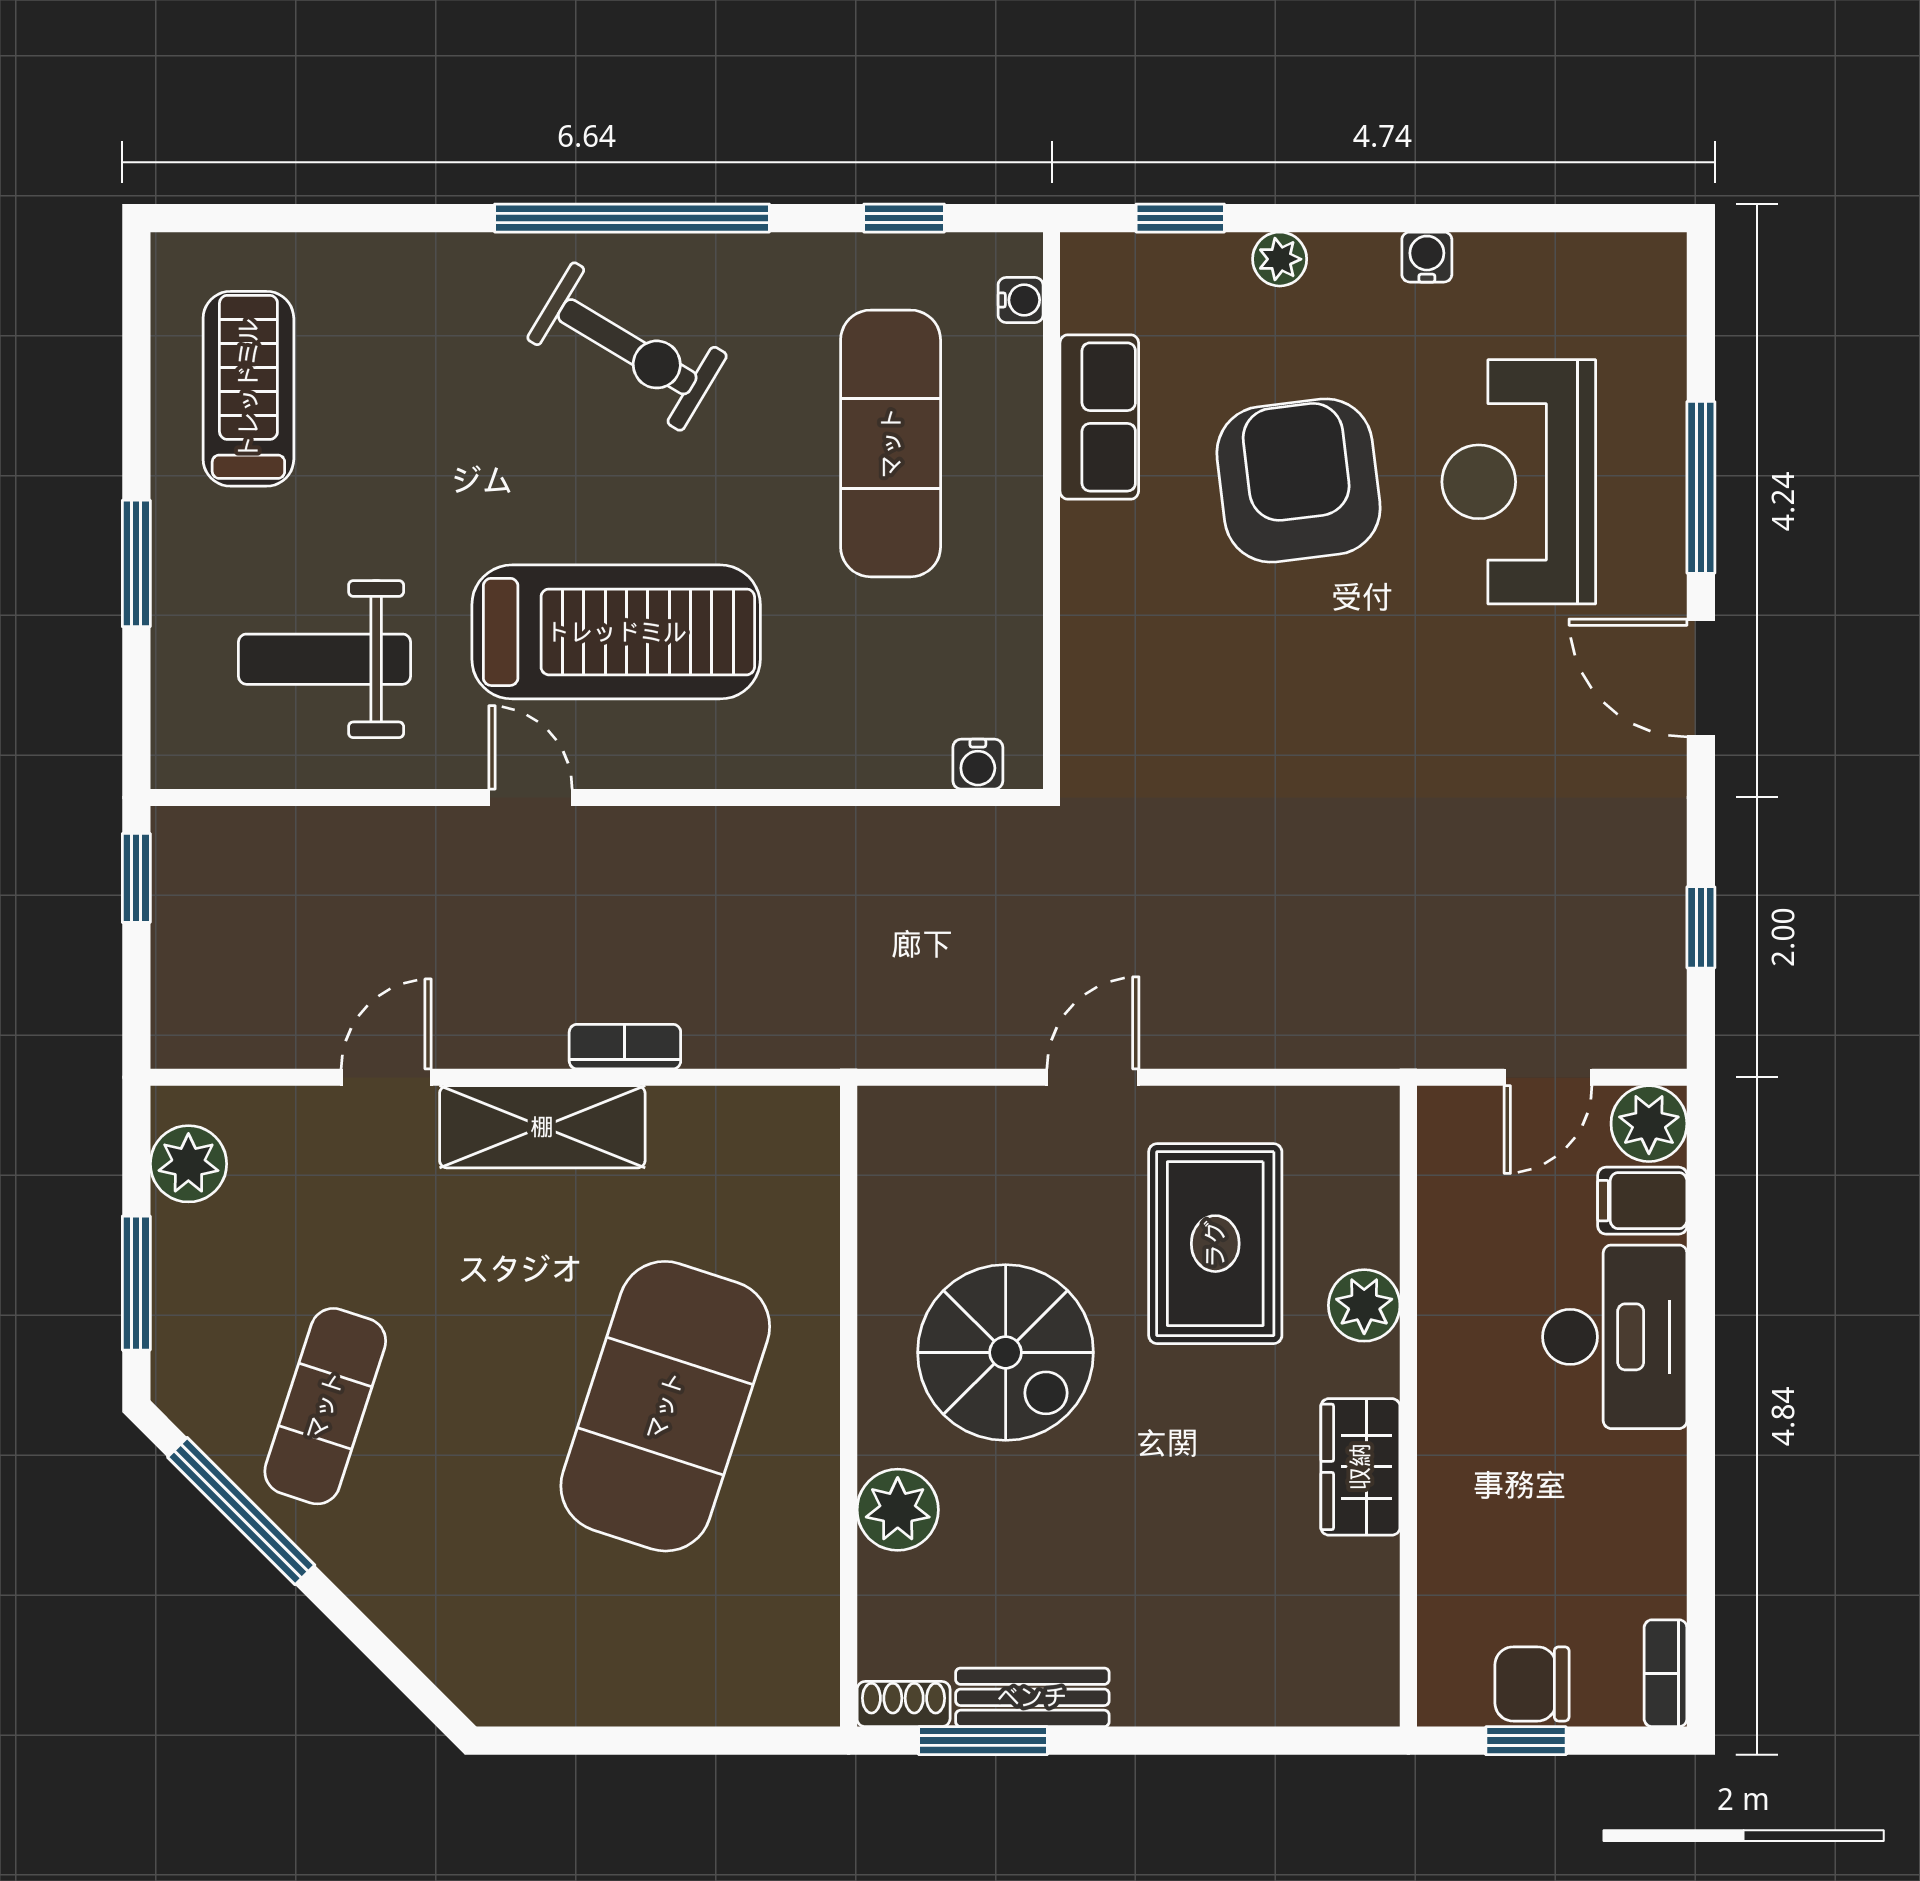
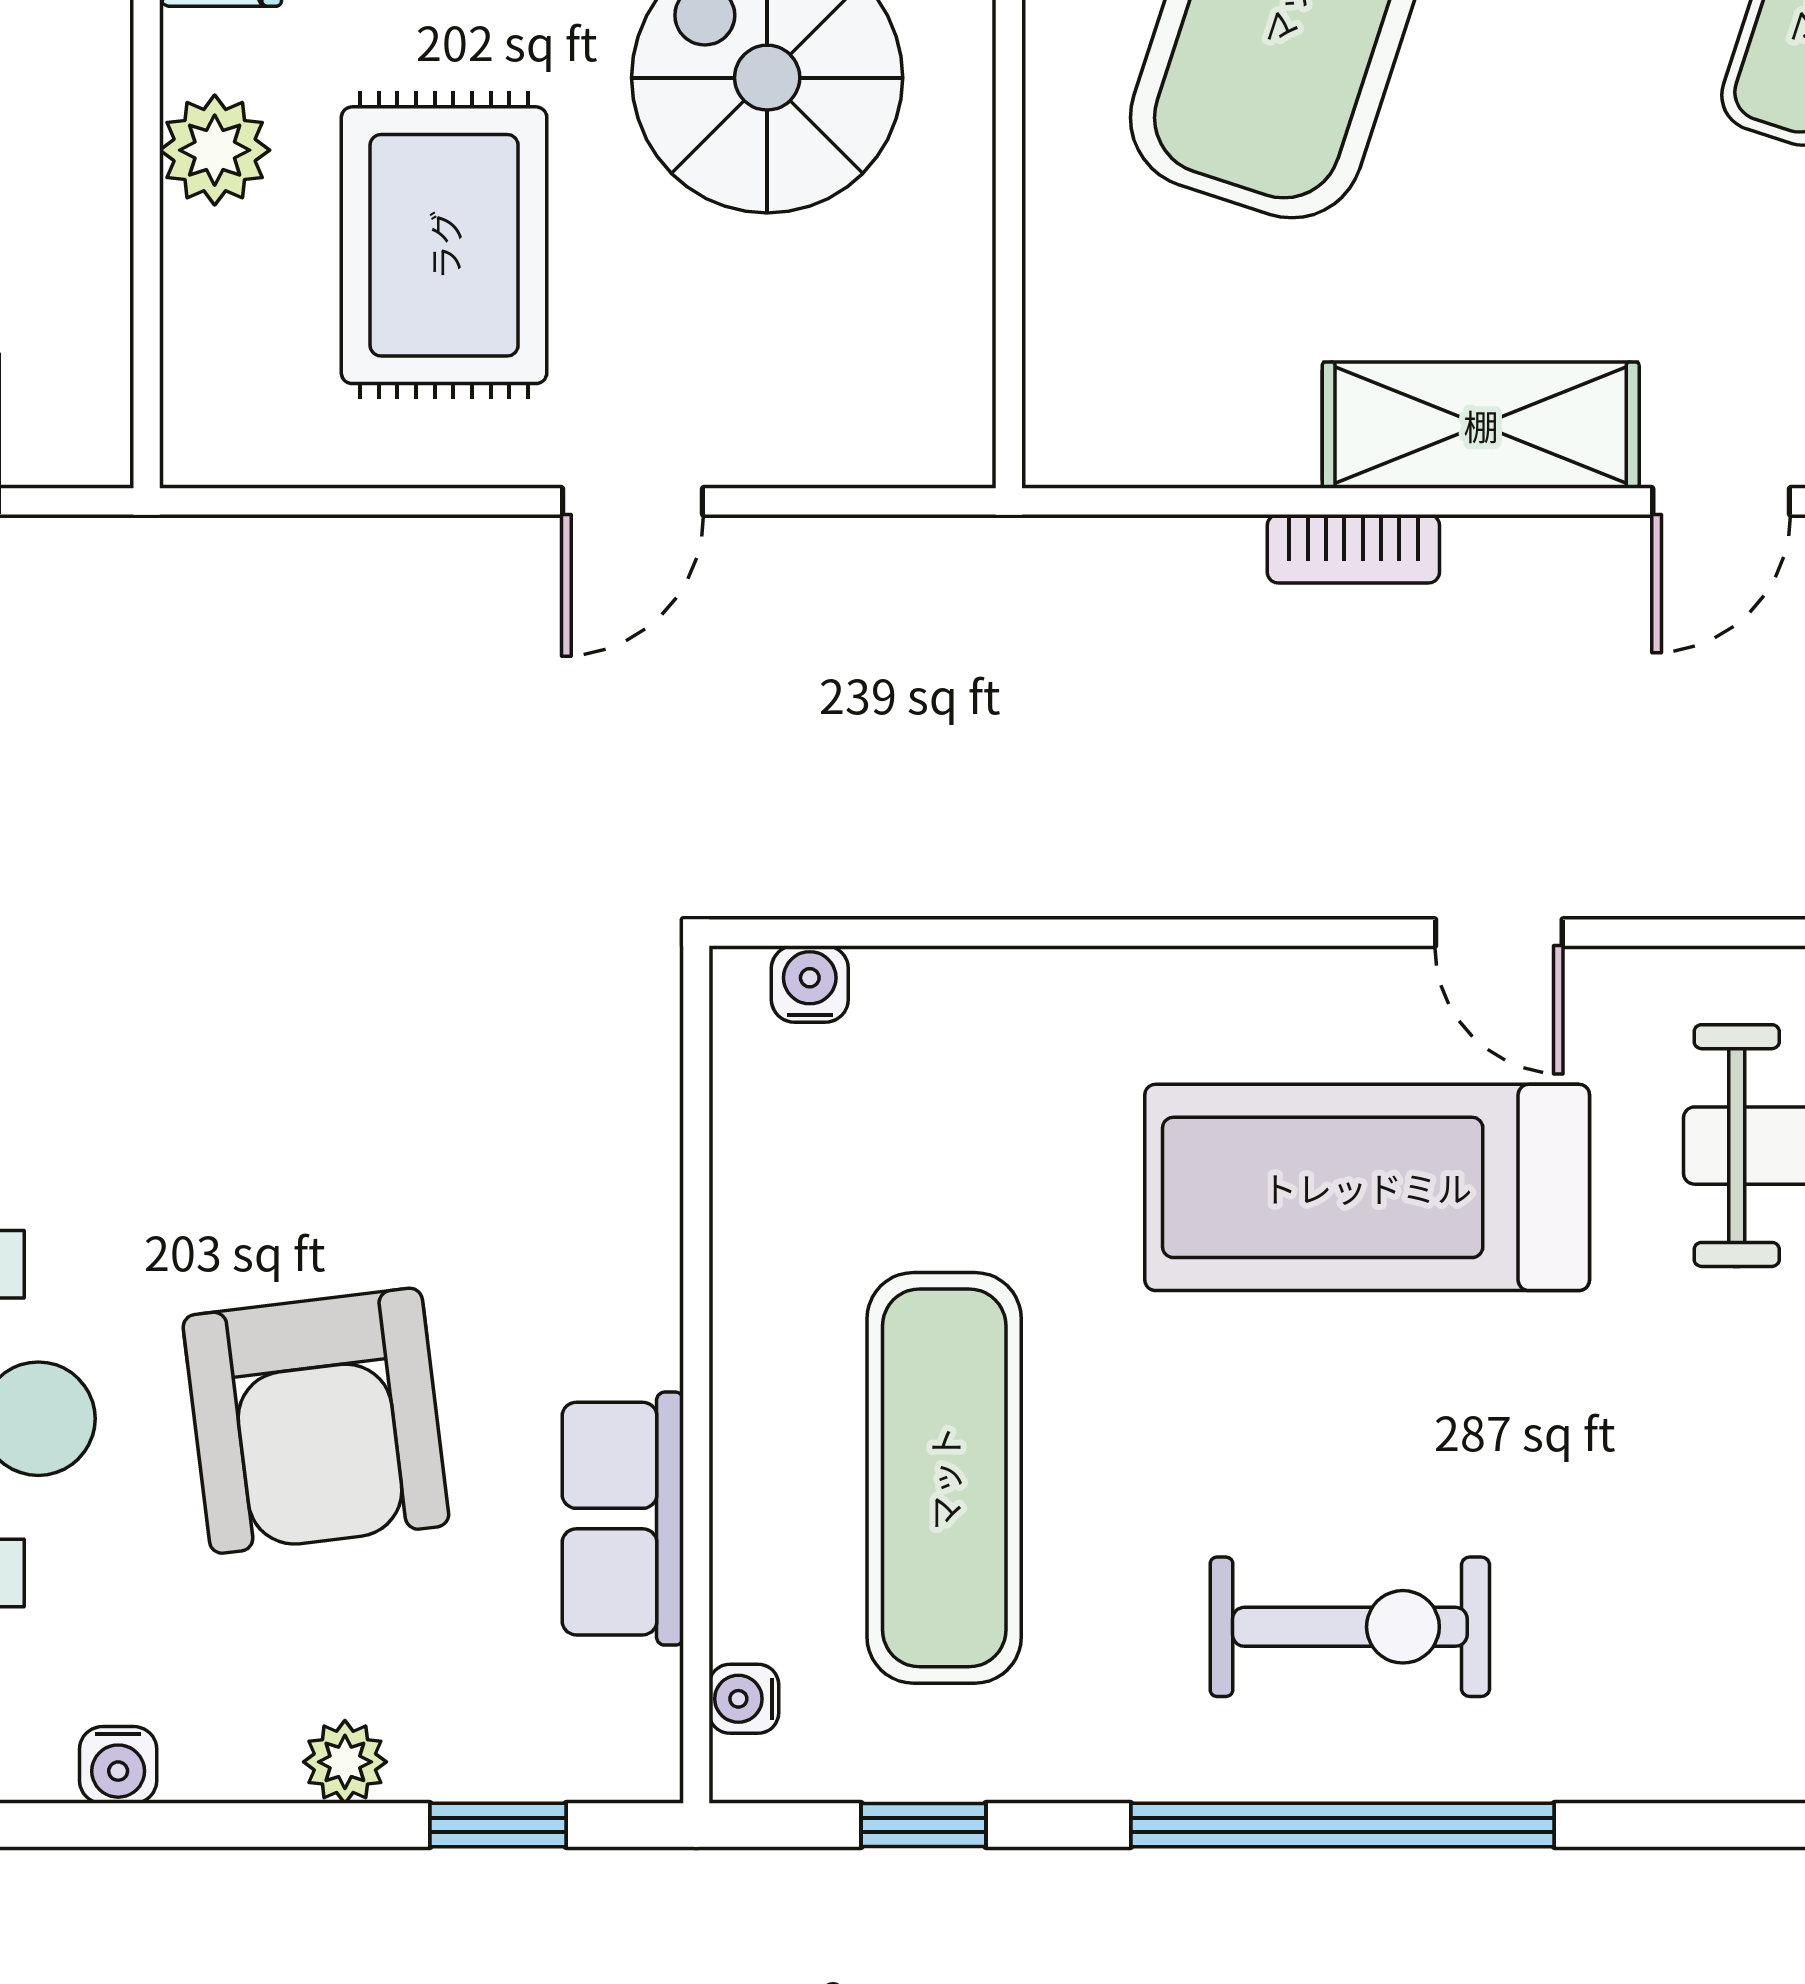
exercise bike: (627, 347) -> (1350, 1627), turned 149

